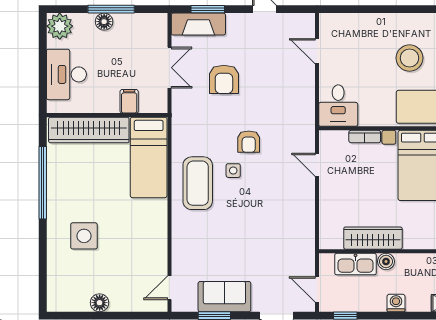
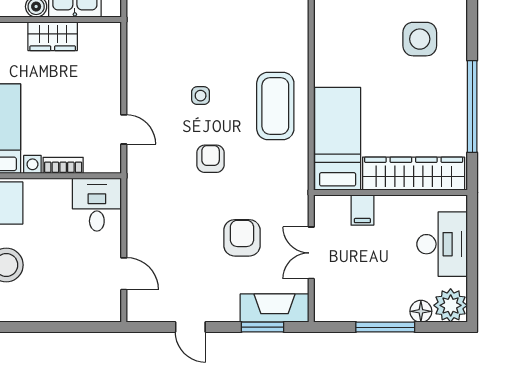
floor lamp: (104, 22) -> (421, 311), moved
side table: (233, 171) -> (201, 96), moved
wardrobe: (373, 238) -> (53, 36), width x0.67

